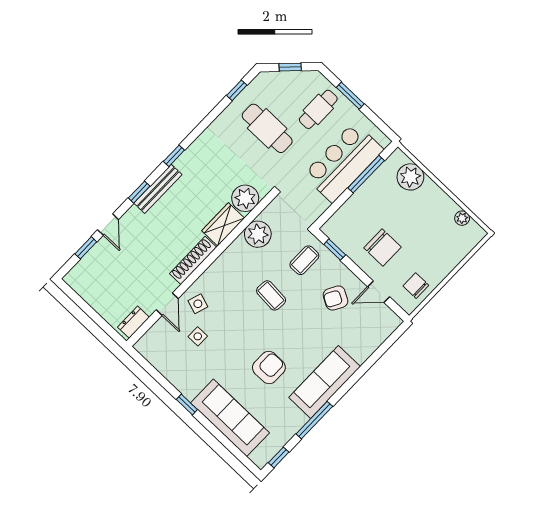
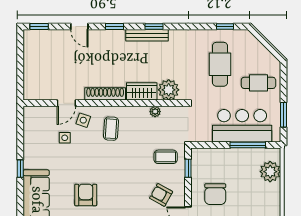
window: (290, 67) -> (267, 44), removed
window: (350, 96) -> (284, 115), moved
bench: (158, 189) -> (147, 35), moved
door: (108, 225) -> (79, 26), hinge flipped
plant: (258, 234) -> (155, 112), width x0.53, depth x0.53
window: (86, 248) -> (39, 26), moved
coffee table: (271, 295) -> (111, 129), moved
dresser: (133, 322) -> (38, 94), removed
armchair: (269, 368) -> (86, 195), turned -90

